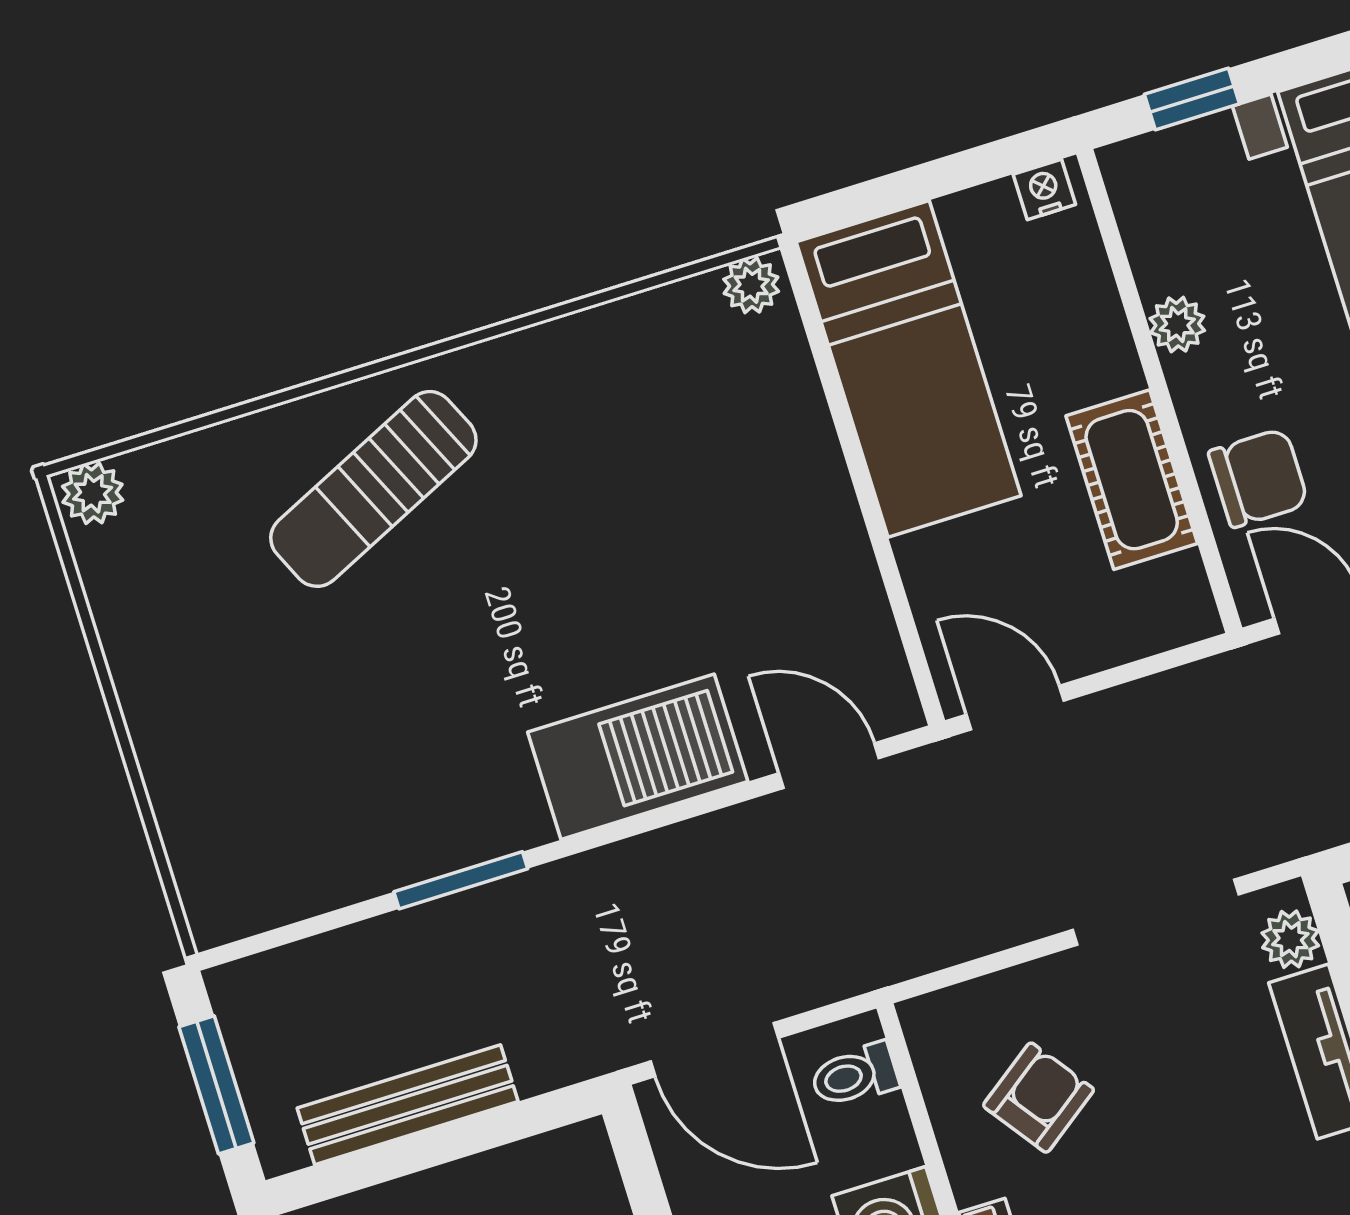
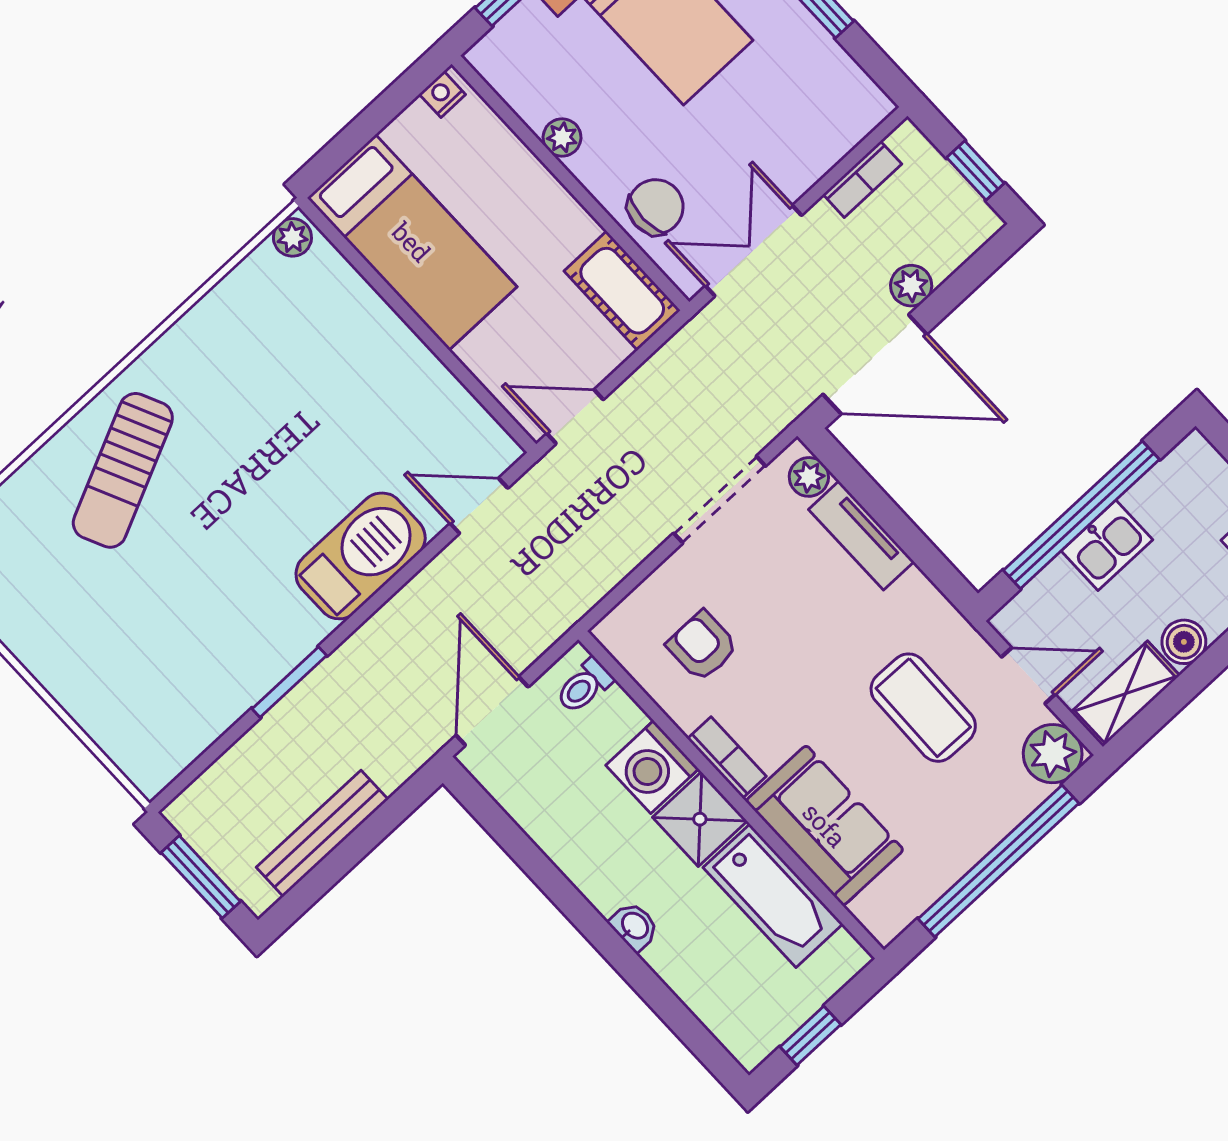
cot: (1132, 480) -> (622, 291), moved
door: (714, 1050) -> (492, 711), swing flipped
armchair: (1039, 1098) -> (702, 646), turned -54

